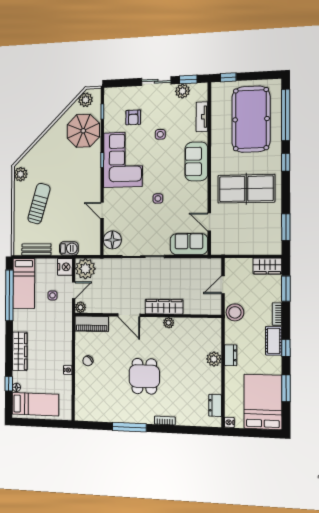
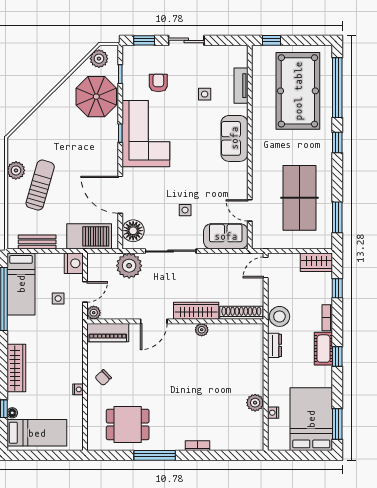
window: (188, 79) -> (144, 40), moved
plant: (182, 91) -> (218, 54), removed
armchair: (133, 117) -> (158, 83), turned 180
side table: (160, 134) -> (205, 94), moved
plant: (21, 174) -> (16, 170), moved
table tennis table: (246, 189) -> (299, 198), moved, turned 90
side table: (158, 198) -> (185, 210), moved
door: (102, 210) -> (120, 195), width x1.87
barbecue: (69, 248) -> (89, 236), width x1.88, depth x1.53
plant: (85, 269) -> (129, 266), moved
door: (223, 285) -> (266, 267), moved
window: (286, 289) -> (337, 288), width x0.67
shoe rack: (202, 309) -> (241, 313), added
door: (129, 315) -> (154, 321), hinge flipped
dresser: (231, 355) -> (274, 345), moved
plant: (214, 359) -> (255, 403), moved
dining table: (144, 376) -> (128, 424), moved, turned 90
window: (286, 388) -> (337, 424), moved
dresser: (215, 405) -> (257, 425), removed
nightstand: (229, 422) -> (273, 413), moved

